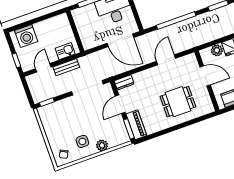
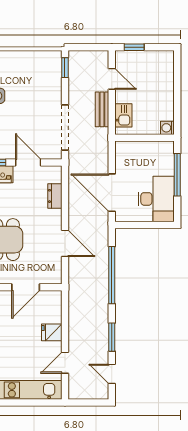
washing machine: (26, 36) -> (167, 128), moved, width x0.53, depth x0.53
door: (120, 40) -> (112, 193), hinge flipped
plant: (217, 50) -> (54, 314), removed
dresser: (124, 82) -> (55, 196), moved

